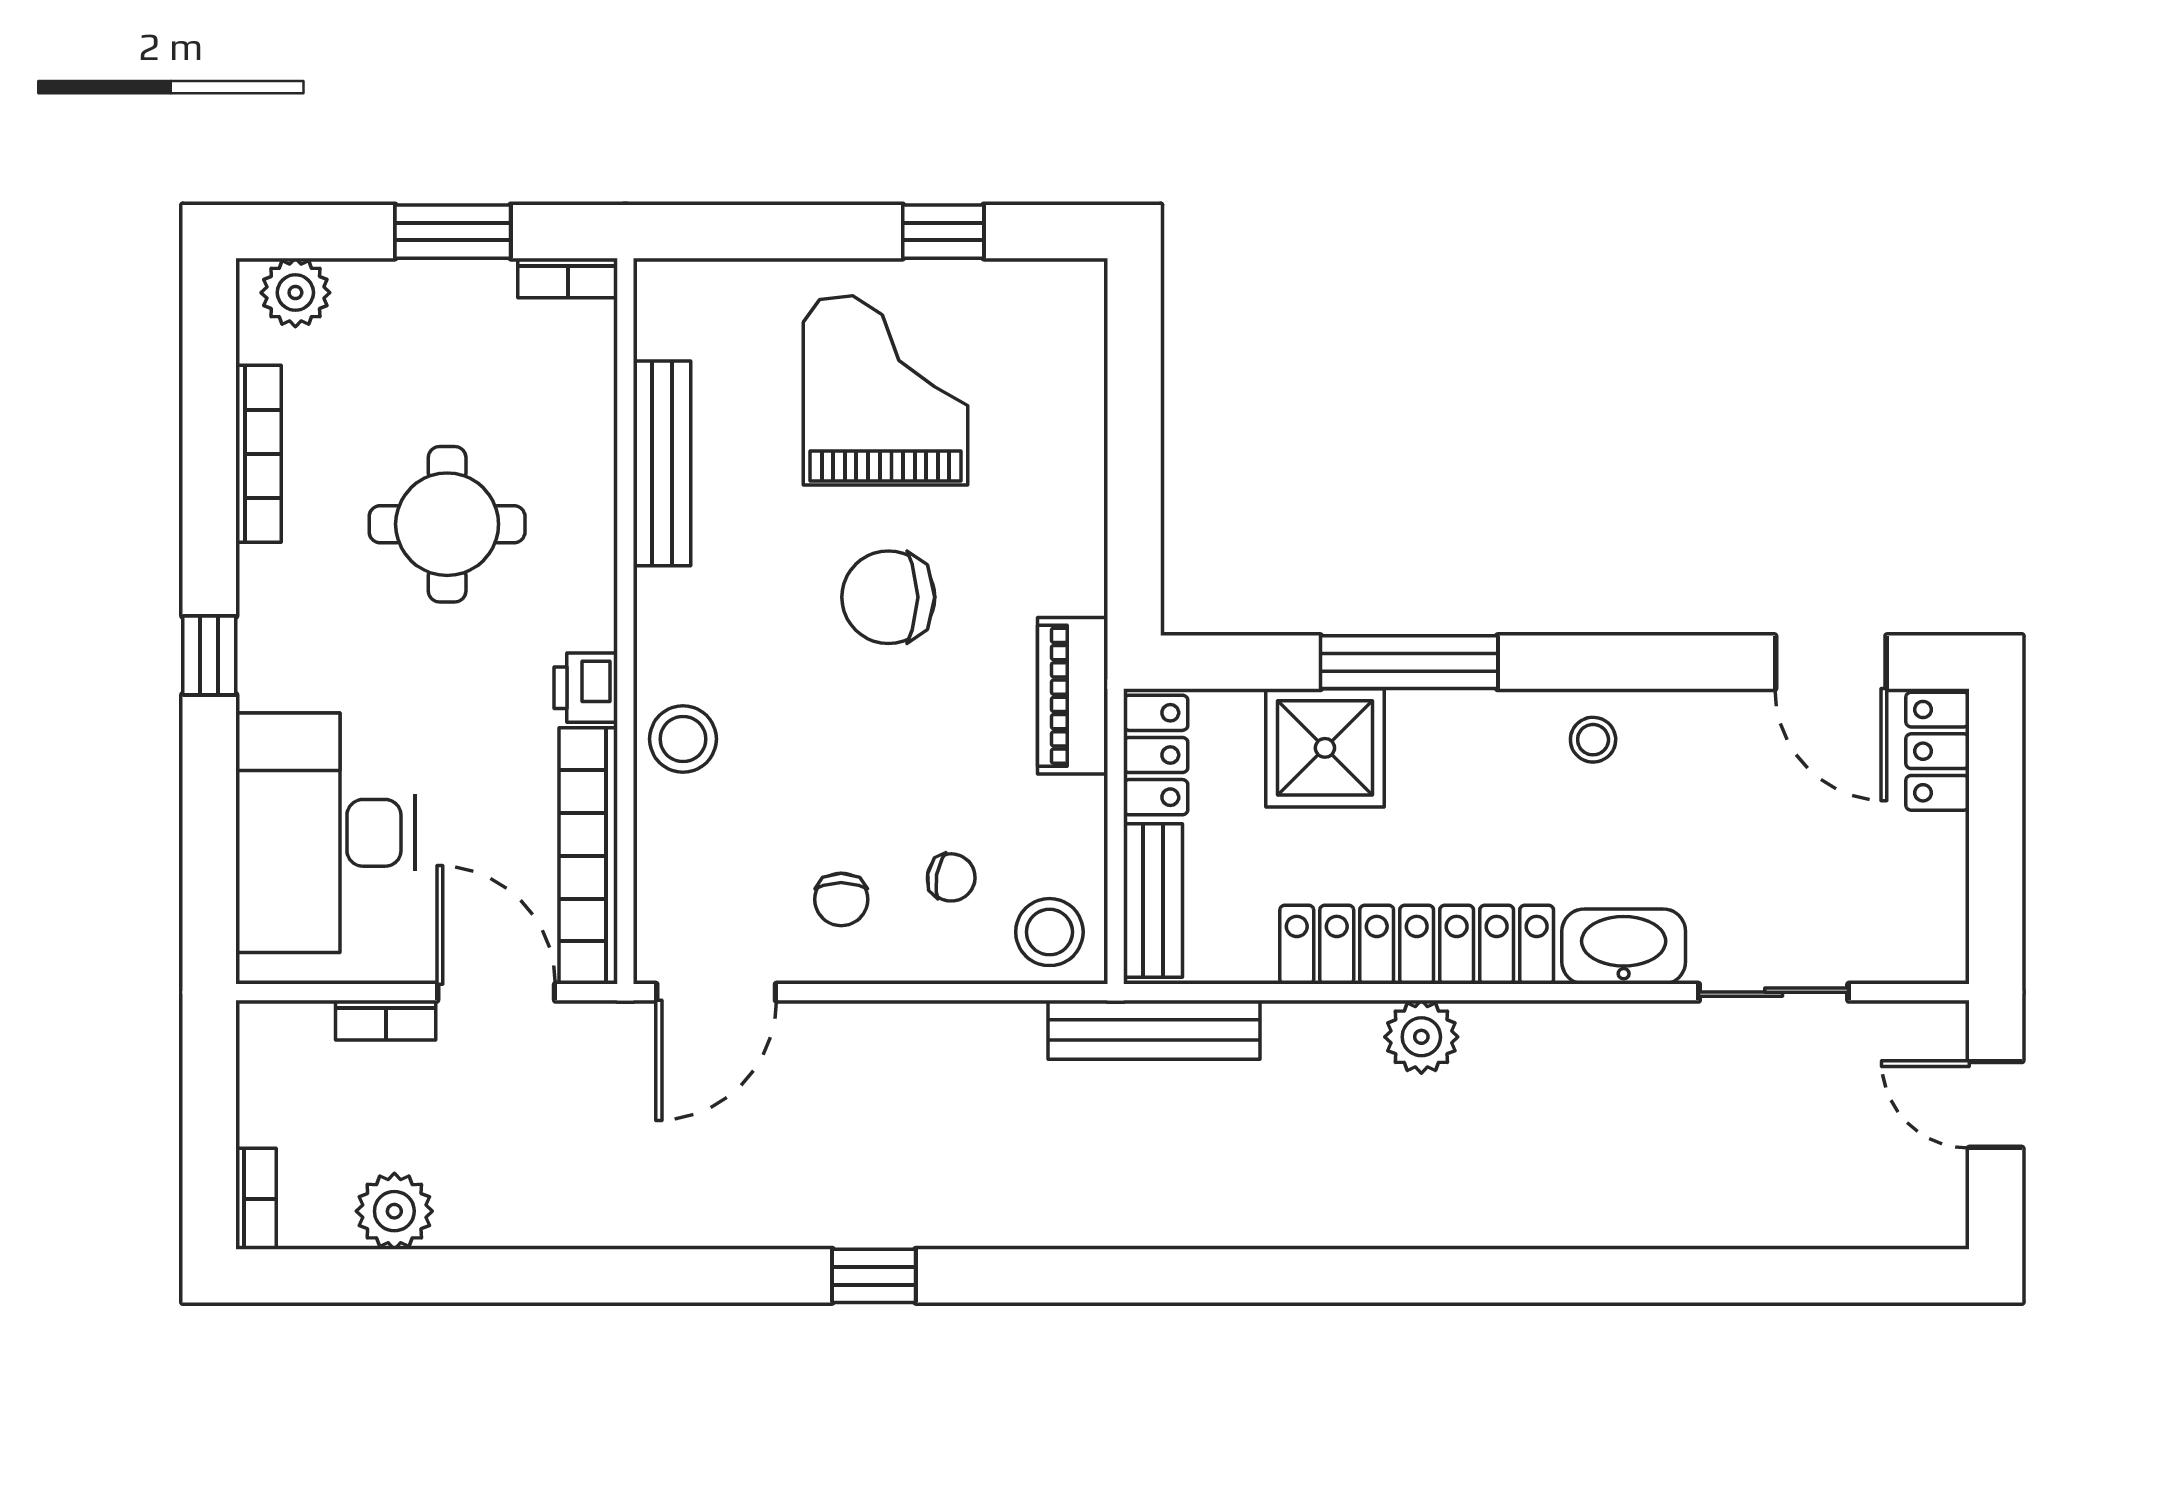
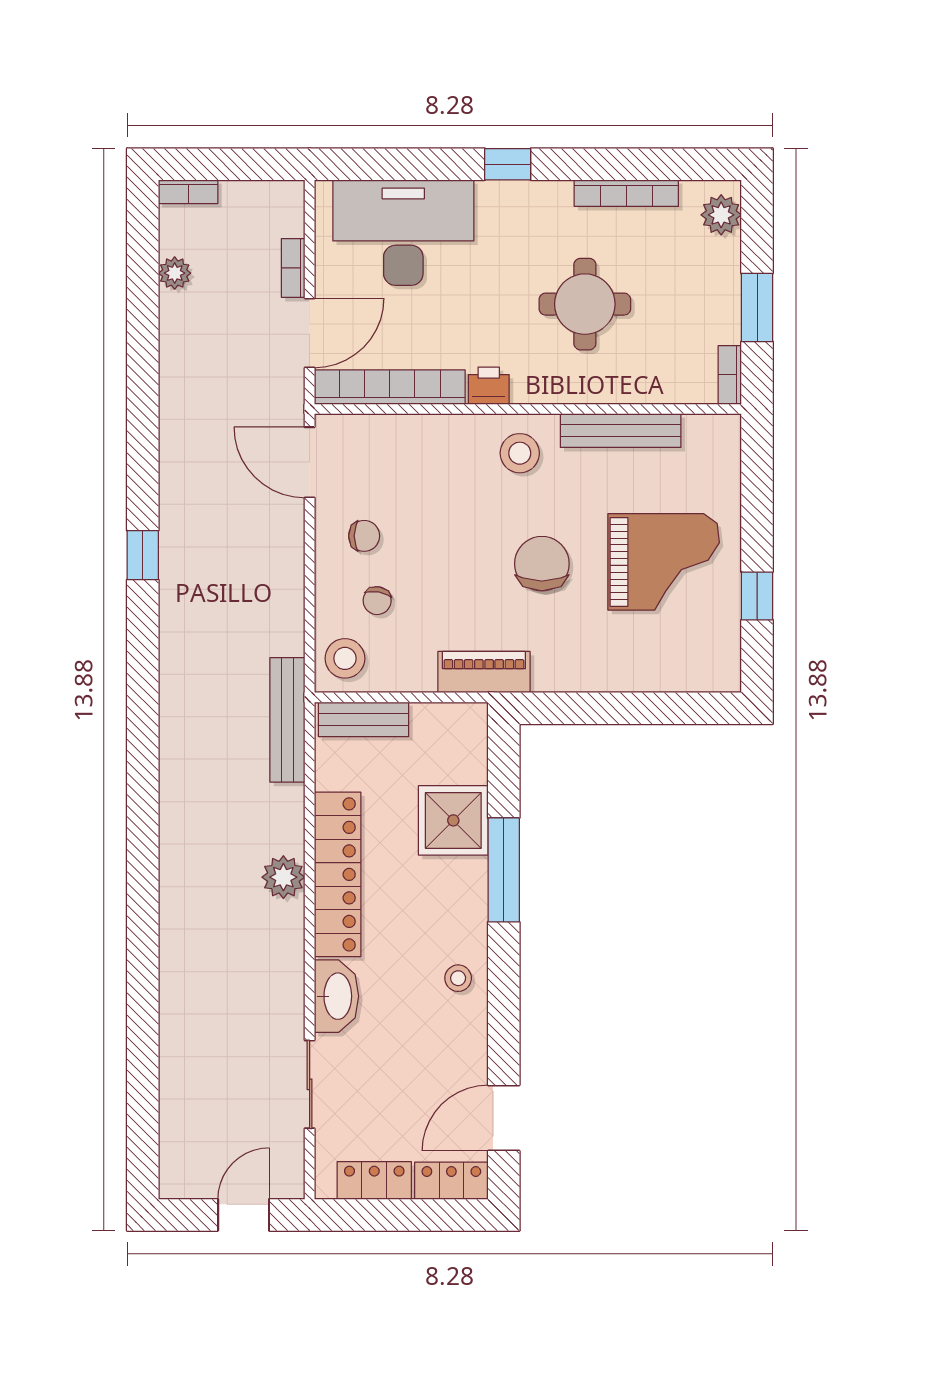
stool: (683, 739) -> (520, 453), moved
locker: (1156, 755) -> (374, 1181), moved, turned 180
chair: (841, 899) -> (364, 536), turned 180
plant: (394, 1211) -> (175, 273), width x0.73, depth x0.73

